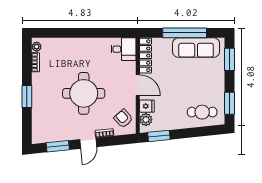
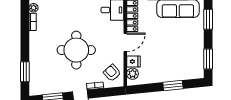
door: (138, 85) -> (125, 42), hinge flipped
window: (27, 96) -> (25, 72), moved
cafe table: (202, 112) -> (183, 67), removed
window: (159, 136) -> (173, 86), moved

